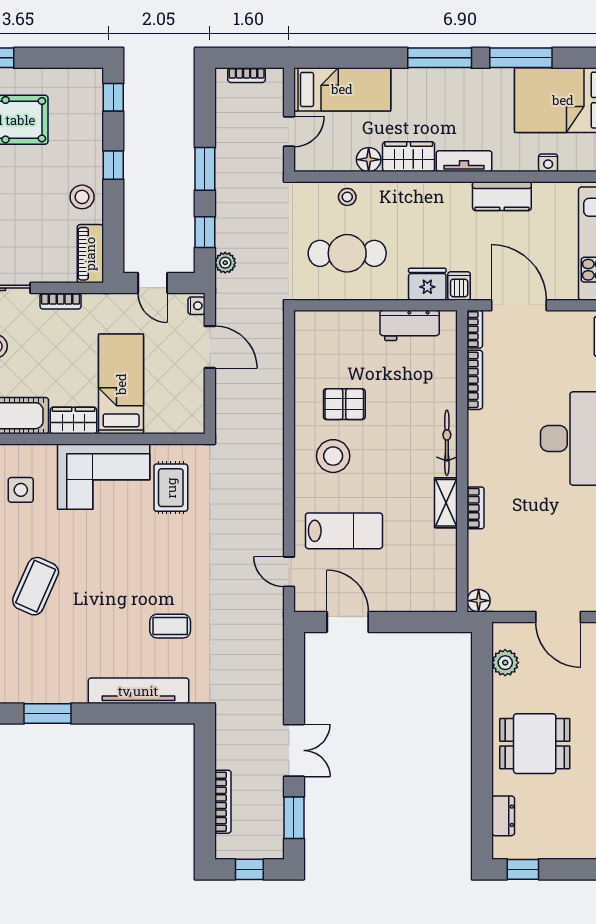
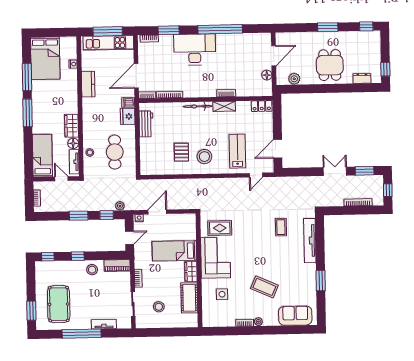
tv unit: (464, 161) -> (74, 162), moved
locker: (445, 588) -> (262, 106), added
floor lamp: (479, 601) -> (267, 75), moved

